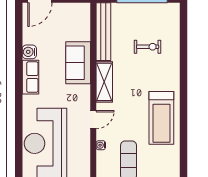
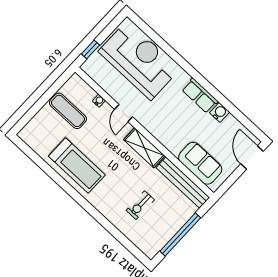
sofa: (78, 63) -> (200, 163), moved
treadmill: (161, 118) -> (77, 166), turned 180

